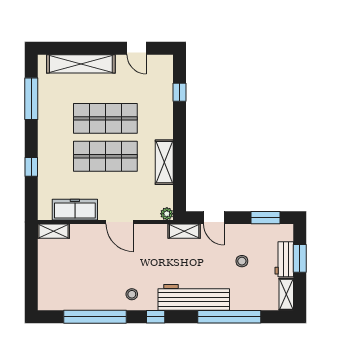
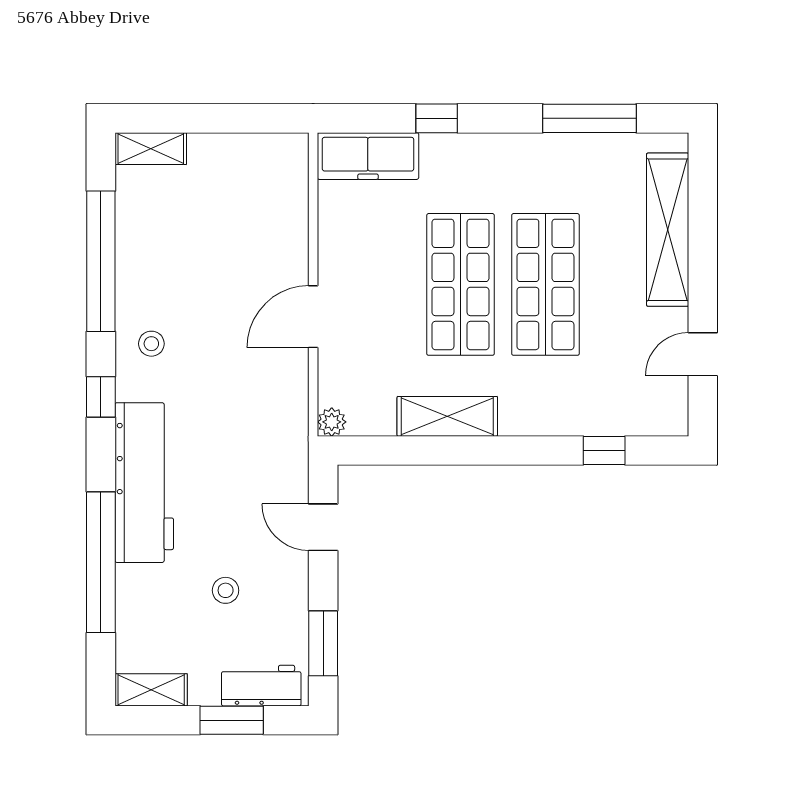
freezer: (75, 210) -> (368, 156), moved, turned 90
door: (214, 218) -> (323, 527), hinge flipped
shelving: (54, 231) -> (151, 149), moved, turned 90
shelving: (184, 231) -> (293, 461), removed
workbench: (284, 259) -> (261, 686), moved

